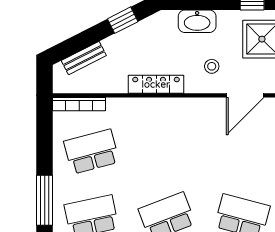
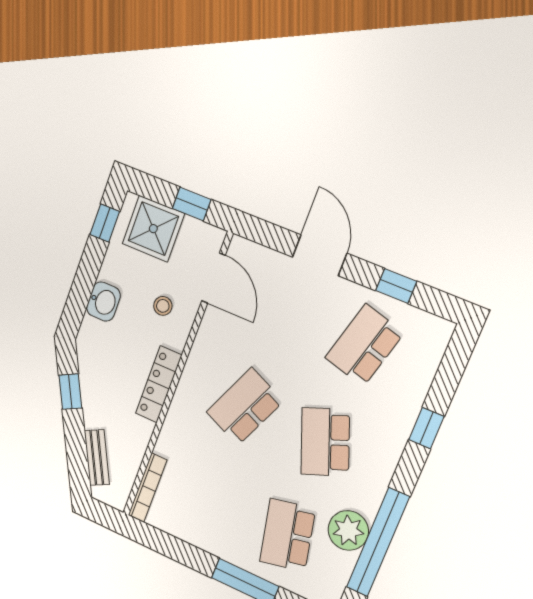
washbasin: (197, 21) -> (103, 302), width x0.72
school desk: (91, 152) -> (245, 407), moved, turned 39

